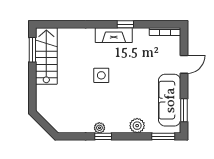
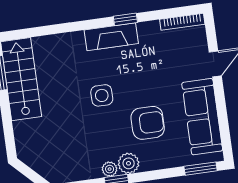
armchair: (131, 99) -> (148, 123), added
window: (184, 110) -> (224, 128), removed
plant: (137, 126) -> (129, 163), moved

